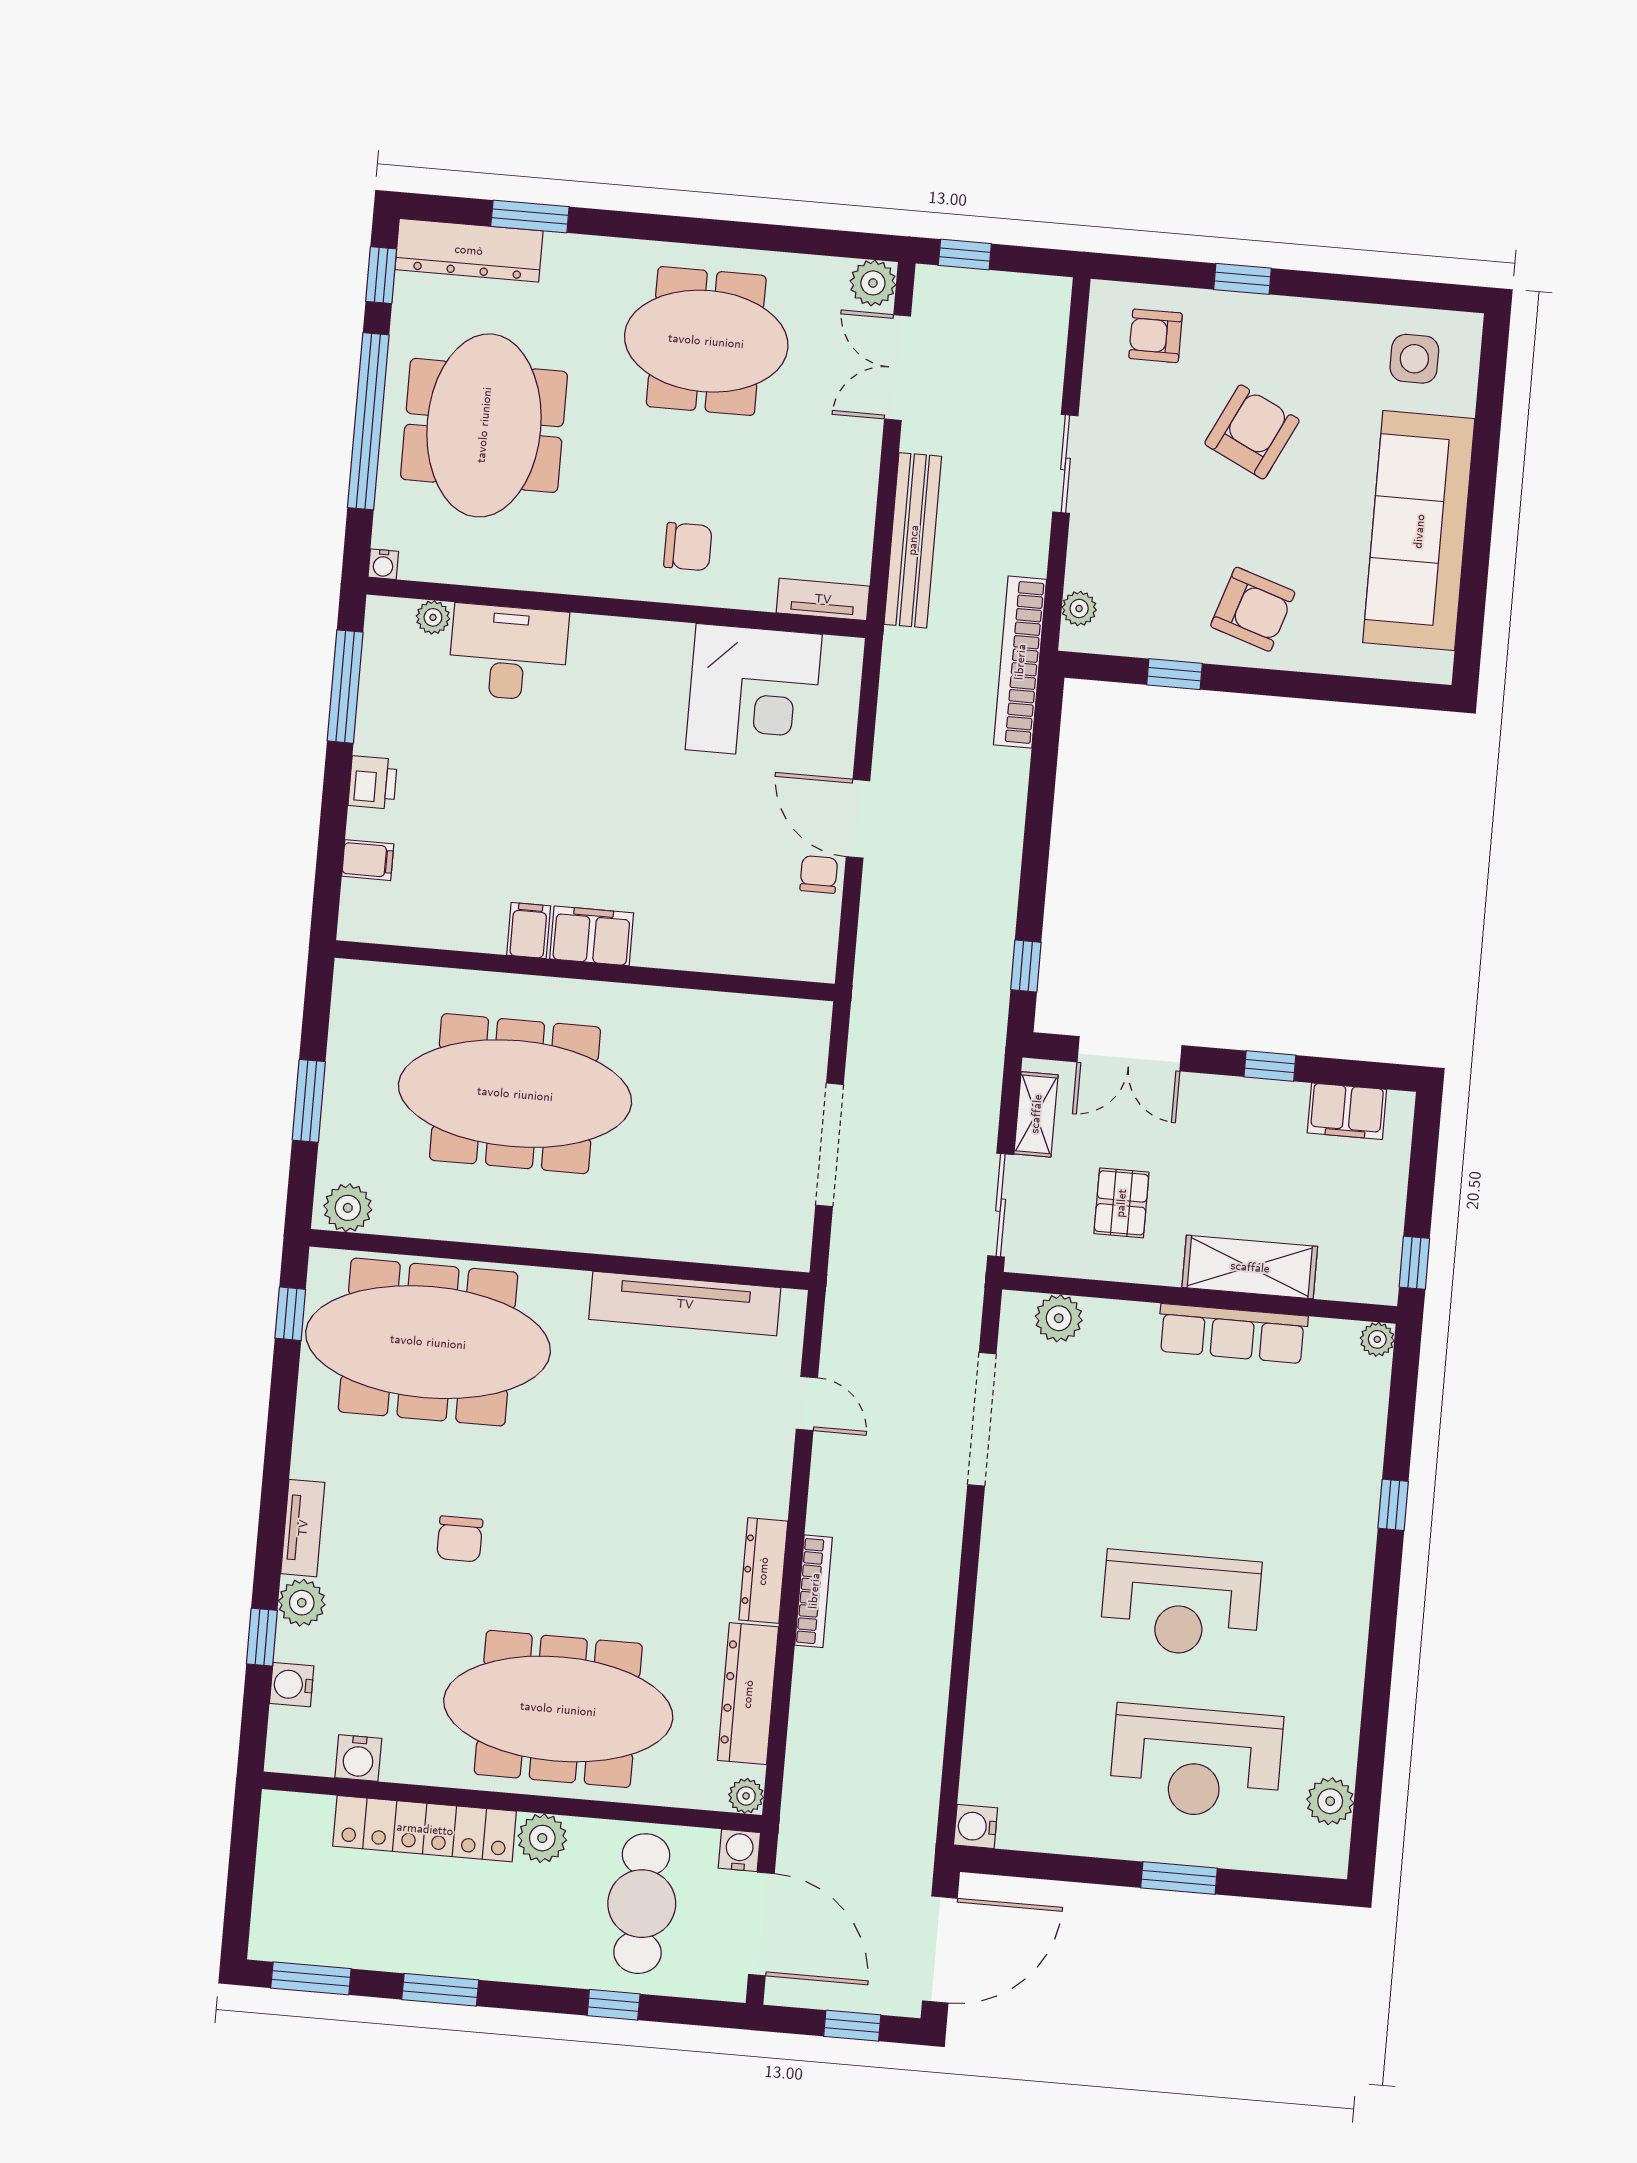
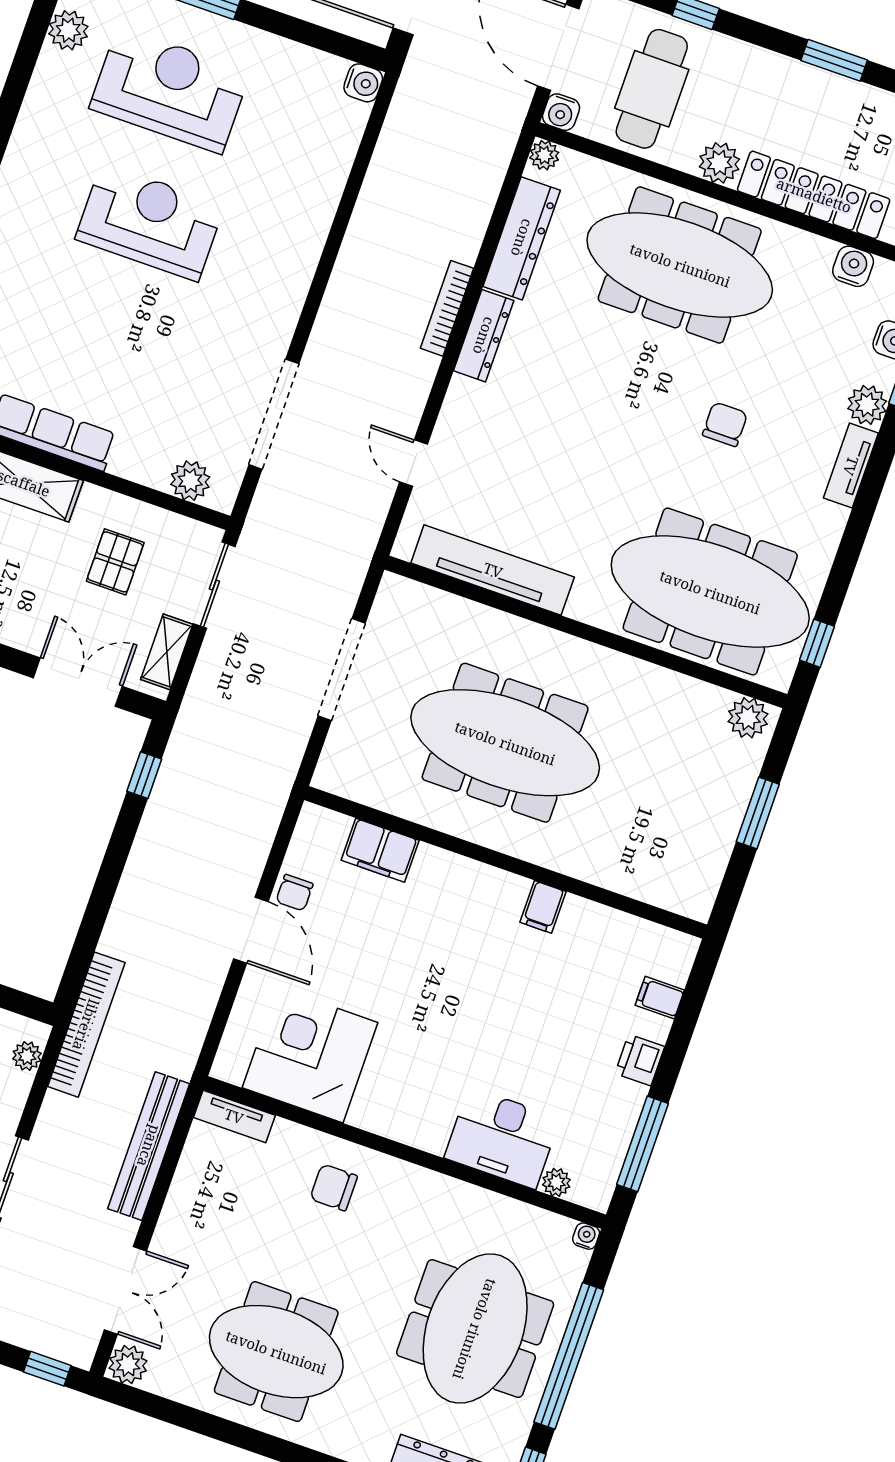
filing cabinet: (592, 936) -> (380, 850), moved
meeting table: (515, 1094) -> (505, 743), moved

